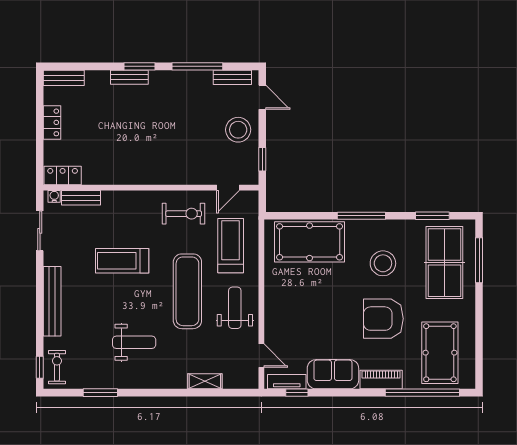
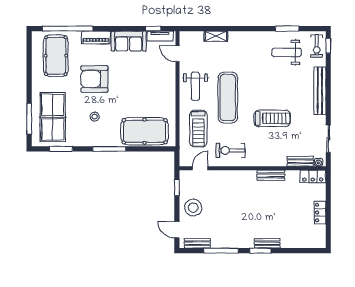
bench: (64, 78) -> (271, 175), moved
stool: (383, 263) -> (95, 117), width x0.53, depth x0.53
armchair: (383, 319) -> (94, 79), turned 180
weight bench: (134, 342) -> (287, 52), moved

